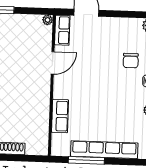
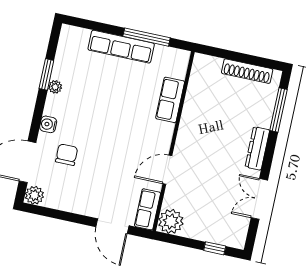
plant: (48, 20) -> (171, 221), width x1.88, depth x1.88
row of seats: (104, 150) -> (121, 47), width x0.73

